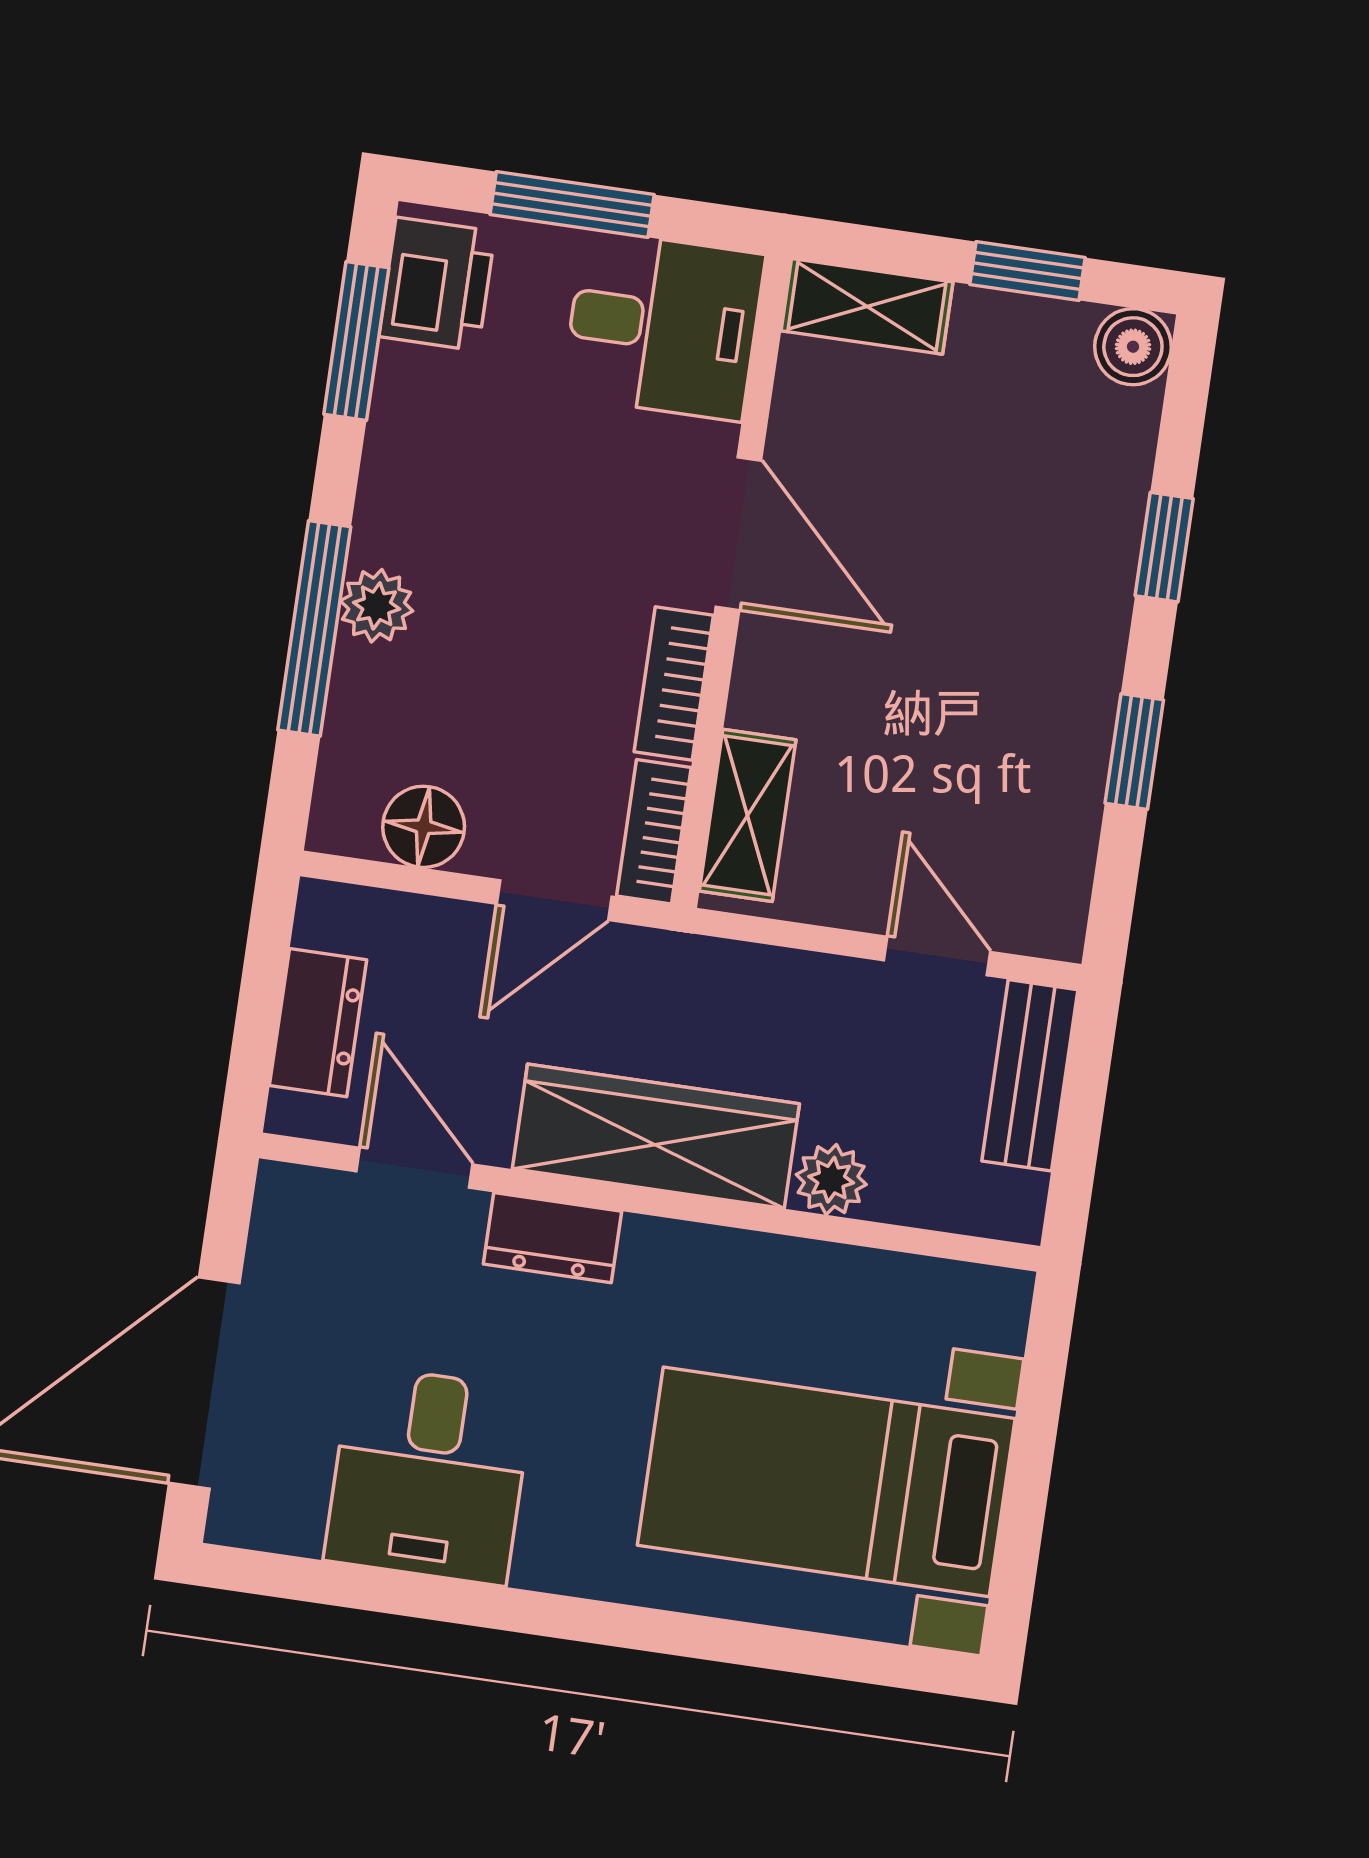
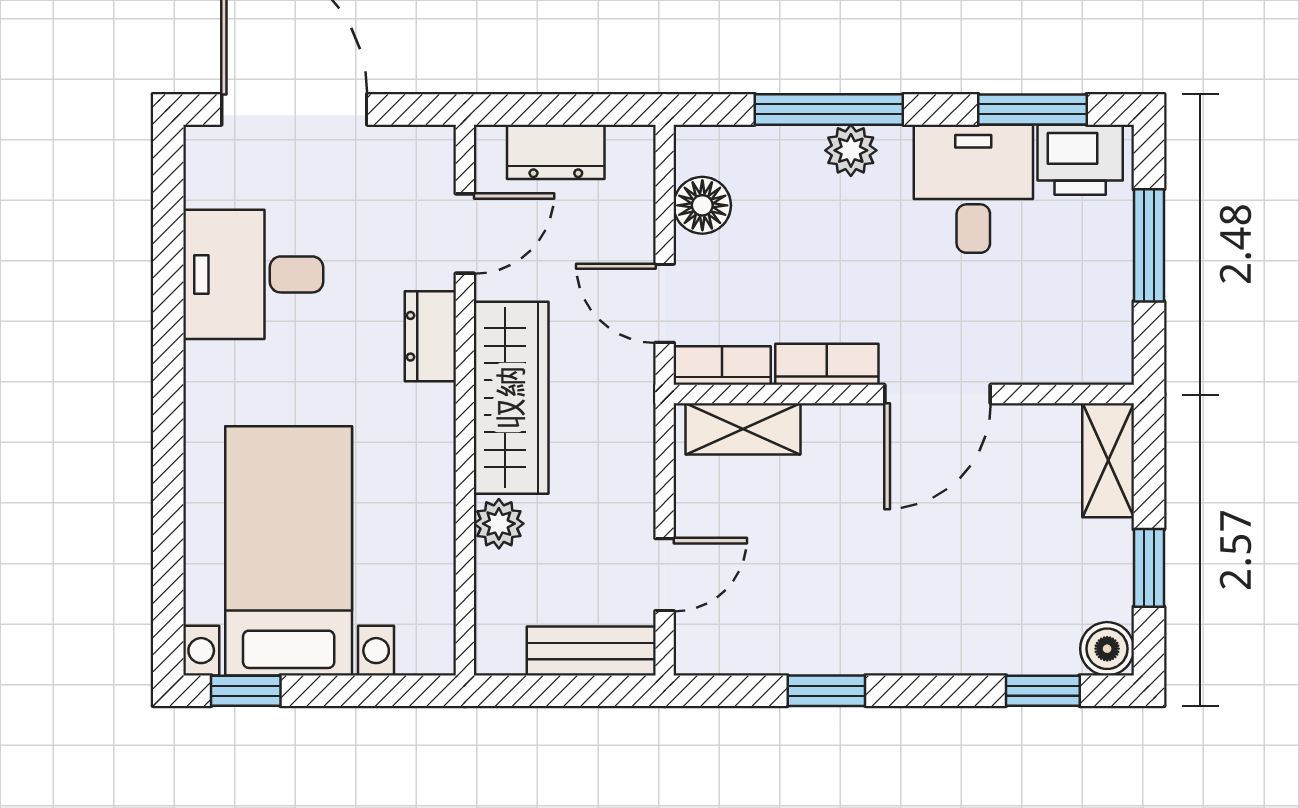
desk: (663, 325) -> (973, 189), moved, turned 180
window: (1164, 547) -> (1043, 691), moved
window: (1015, 1571) -> (246, 691), added

